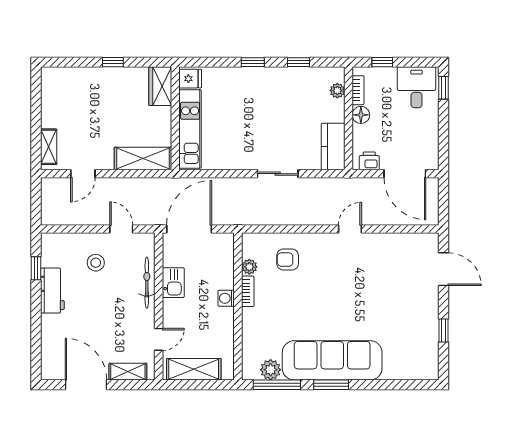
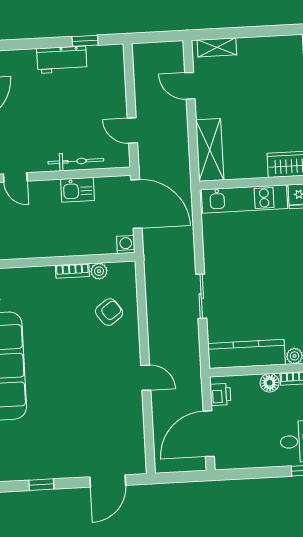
kitchen counter: (333, 146) -> (247, 354), width x1.50
door: (121, 229) -> (132, 131), swing flipped
armchair: (288, 260) -> (109, 312), turned 54
stool: (96, 263) -> (94, 105), removed
washing machine: (226, 298) -> (126, 245), moved

